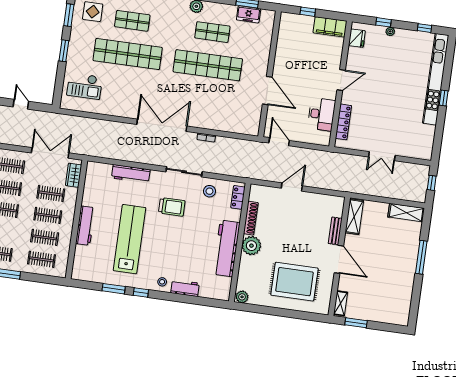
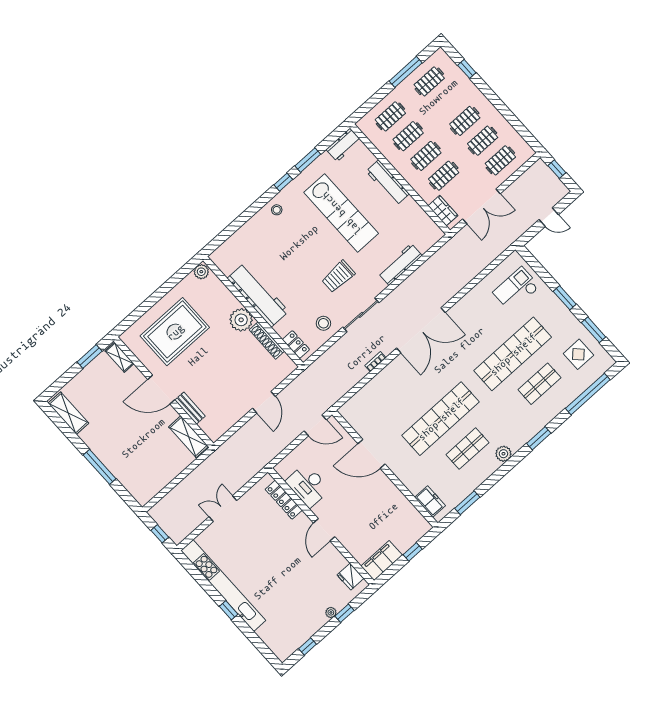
freezer: (249, 14) -> (430, 502), moved, turned 90
kitchen unit: (436, 79) -> (223, 585), moved
shelving: (406, 213) -> (68, 413), moved, turned 90
workbench: (185, 288) -> (344, 145), moved

